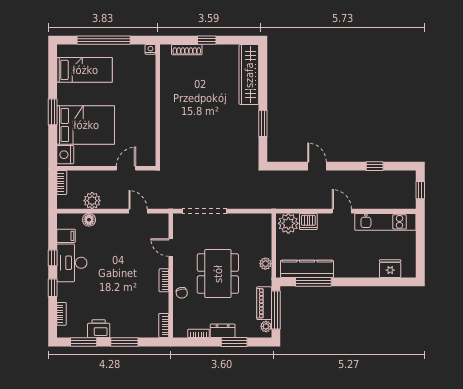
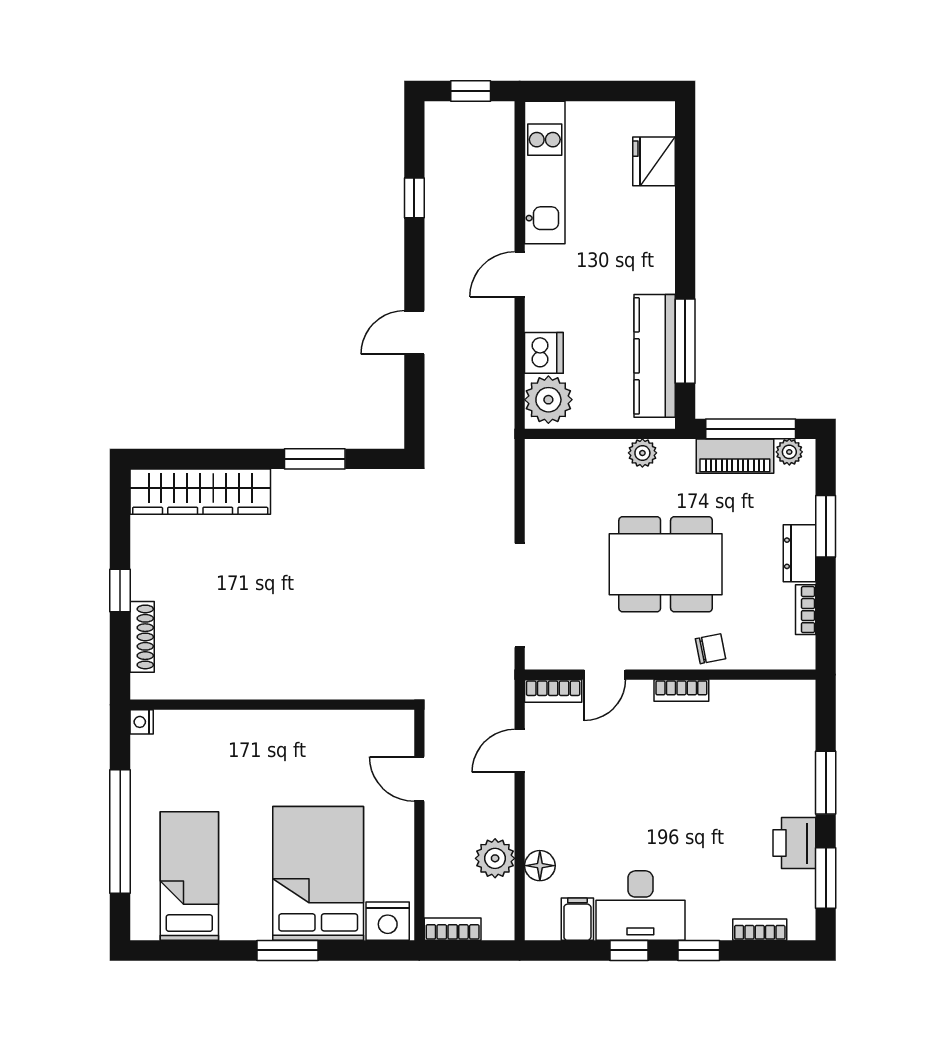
bookcase: (164, 326) -> (553, 691), moved

